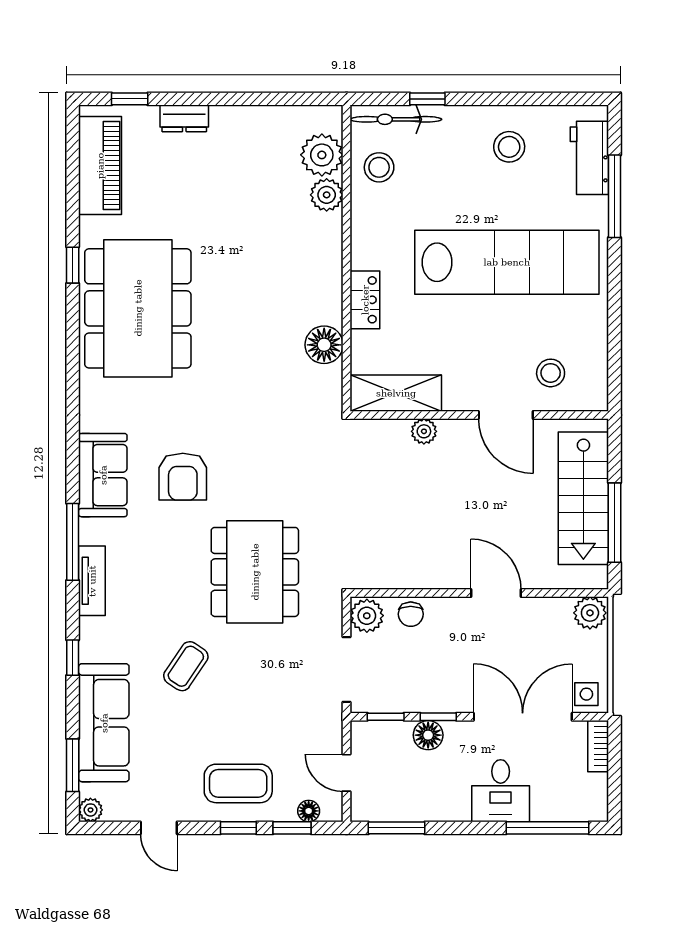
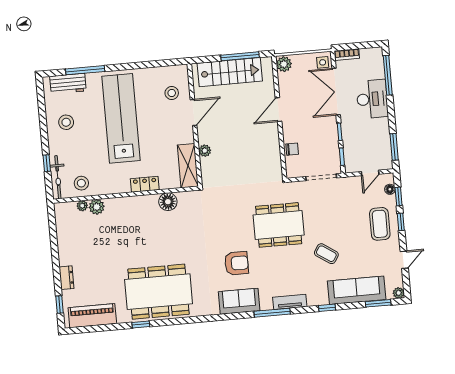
plant: (322, 155) -> (82, 206), width x0.53, depth x0.53
plant: (367, 616) -> (295, 170), removed
floor lamp: (428, 735) -> (349, 136), removed
desk: (501, 791) -> (372, 99), width x1.37

